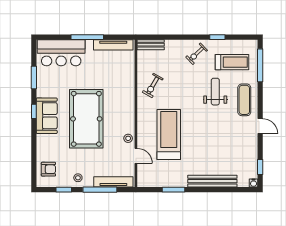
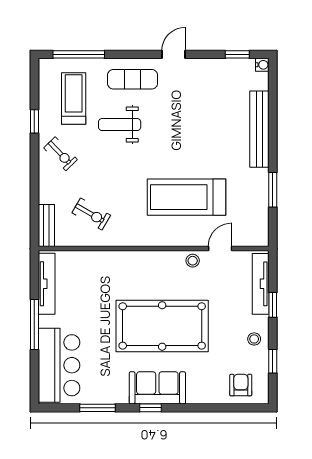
exercise bike: (153, 85) -> (91, 214), moved
window: (100, 190) -> (273, 305), width x0.46

